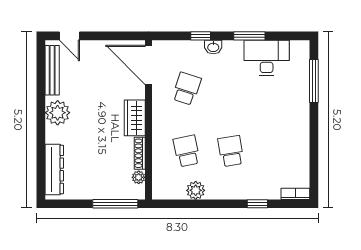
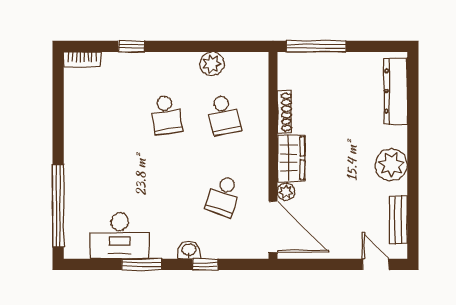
bench: (52, 70) -> (398, 220), width x0.73
window: (314, 81) -> (58, 206), width x1.46
plant: (139, 177) -> (286, 192), moved

